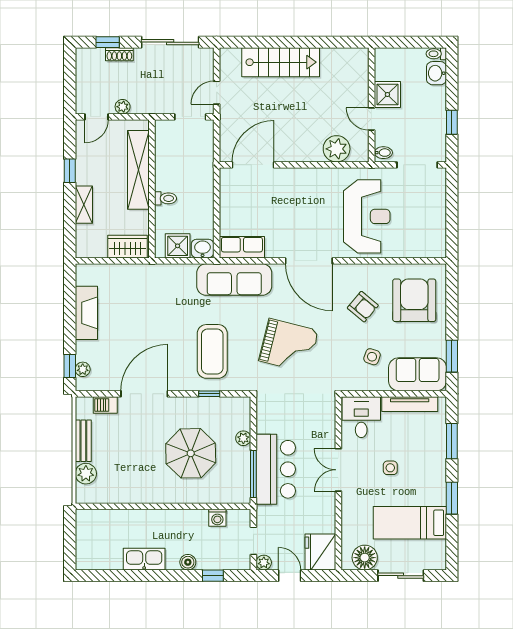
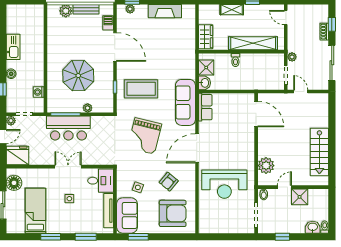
stairs: (281, 62) -> (319, 152), moved
plant: (123, 107) -> (292, 57), moved

